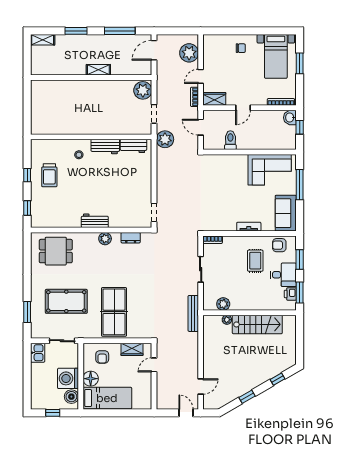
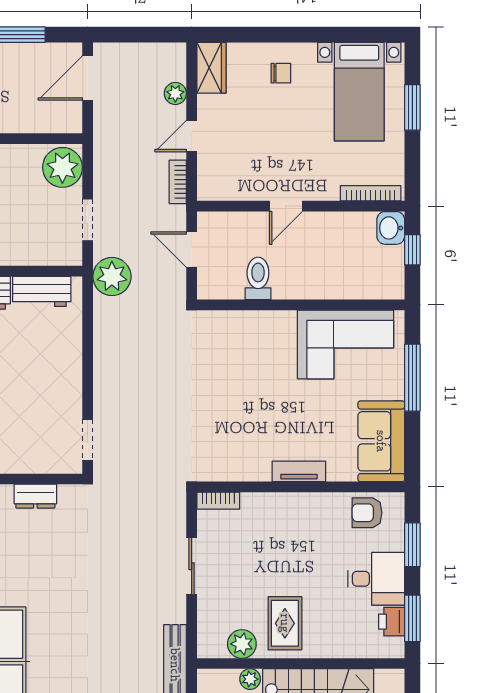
plant: (189, 53) -> (175, 93), width x0.53, depth x0.53
wardrobe: (214, 99) -> (211, 68), moved, turned 90
rug: (255, 261) -> (285, 623), moved

